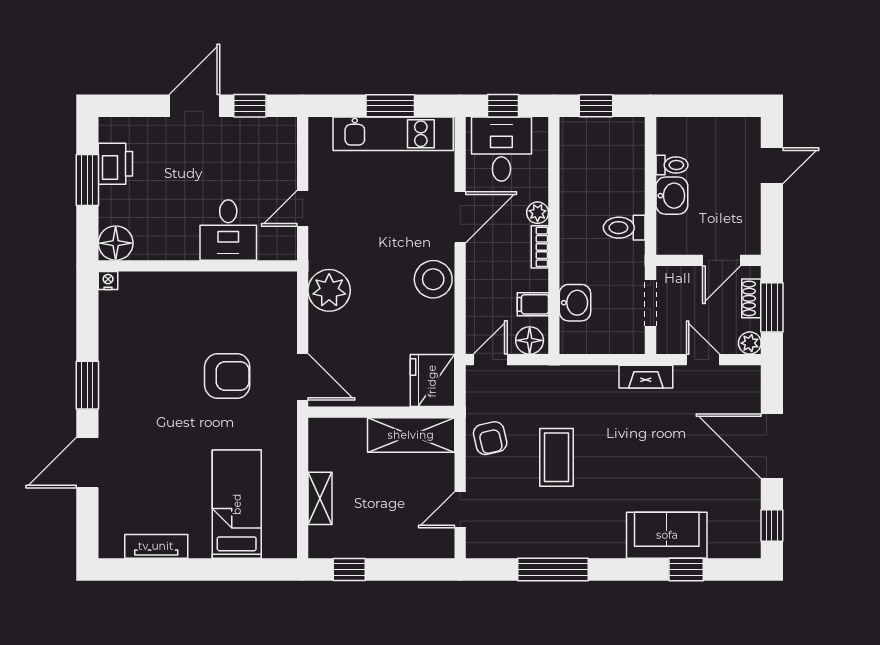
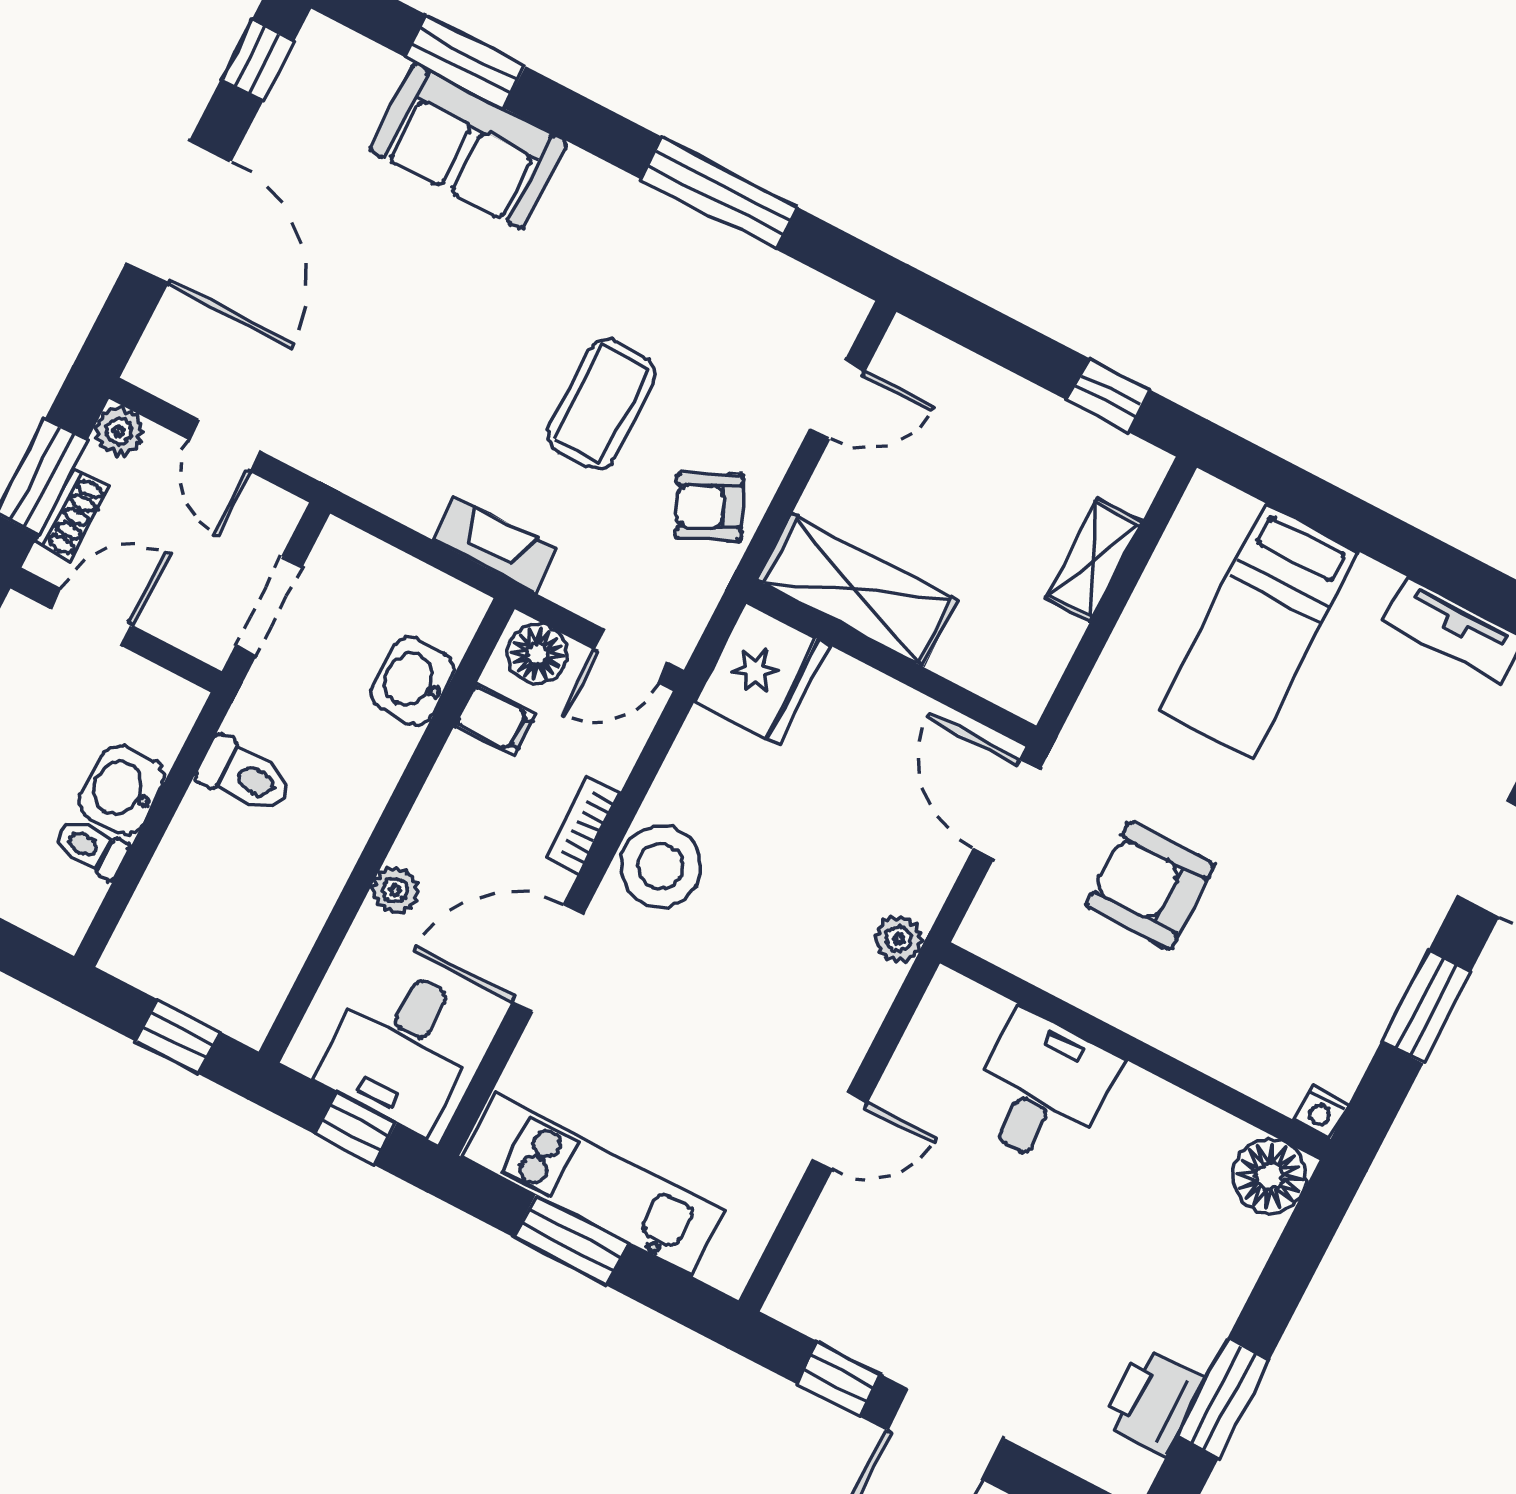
desk: (228, 230) -> (1042, 1089), moved
floor lamp: (116, 243) -> (1270, 1176), moved
bookcase: (540, 247) -> (583, 825), moved, turned 180
wall: (198, 266) -> (1135, 1051), moved
nightstand: (108, 280) -> (1321, 1112), moved
plant: (329, 290) -> (899, 939), width x0.53, depth x0.53
fireplace: (646, 377) -> (495, 544), moved
armchair: (490, 438) -> (709, 507), turned -103
window: (686, 570) -> (465, 61), width x1.50

